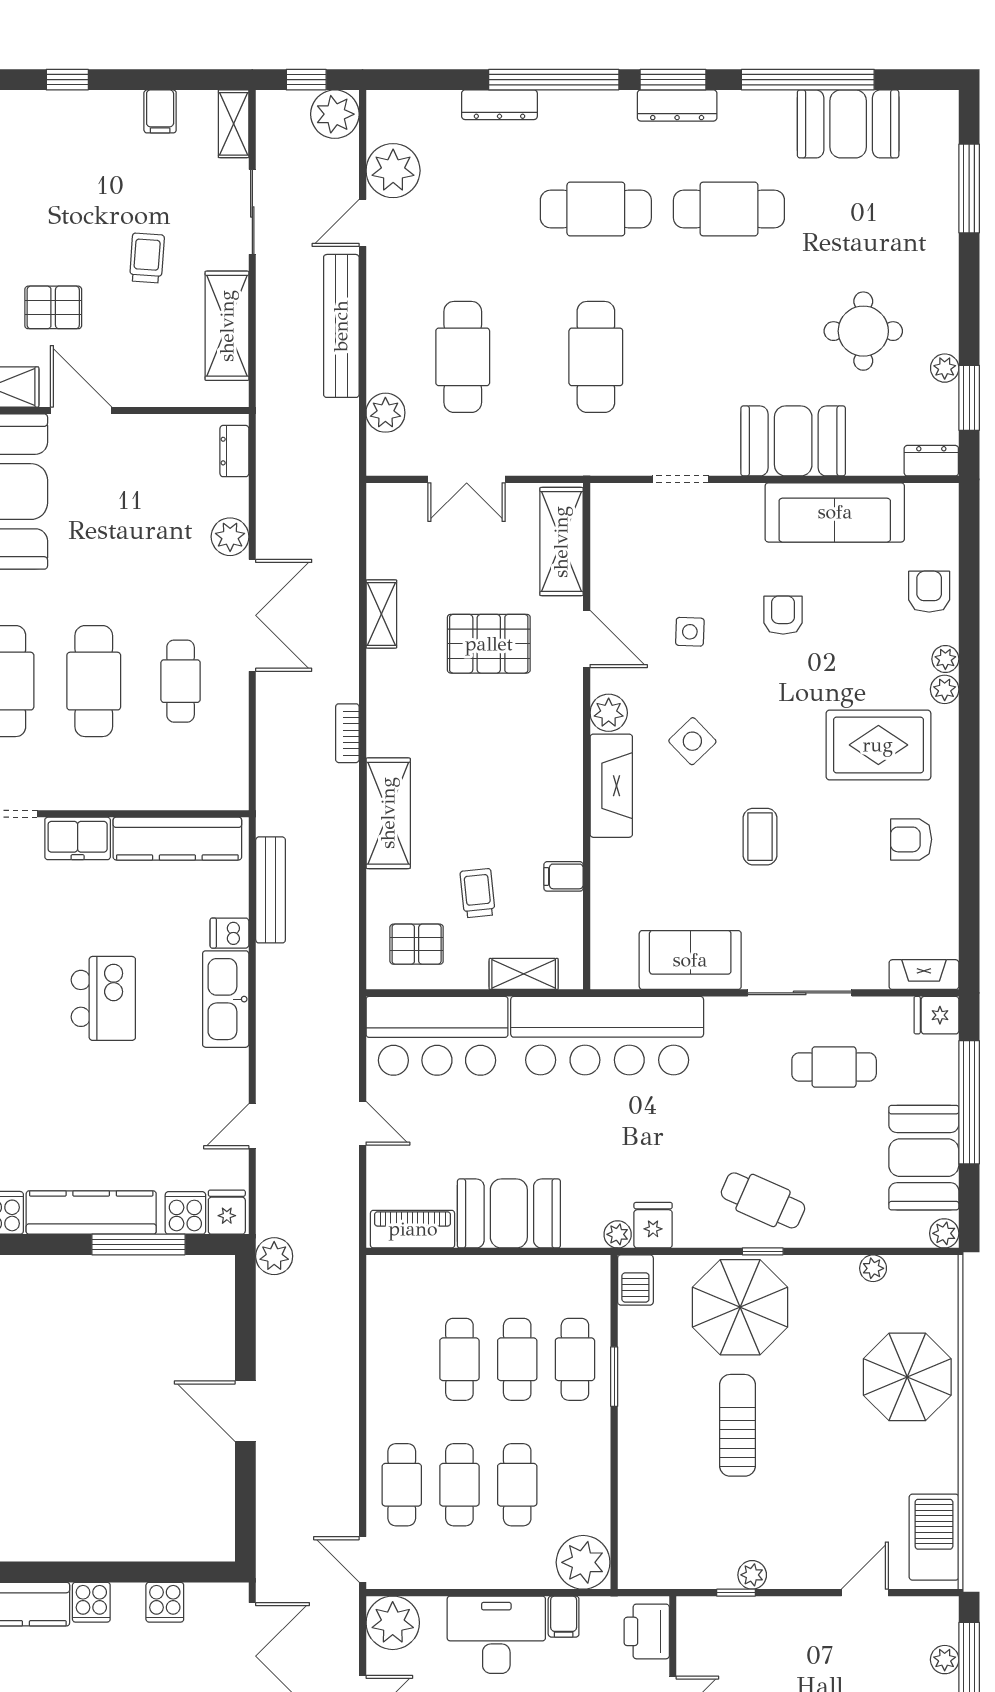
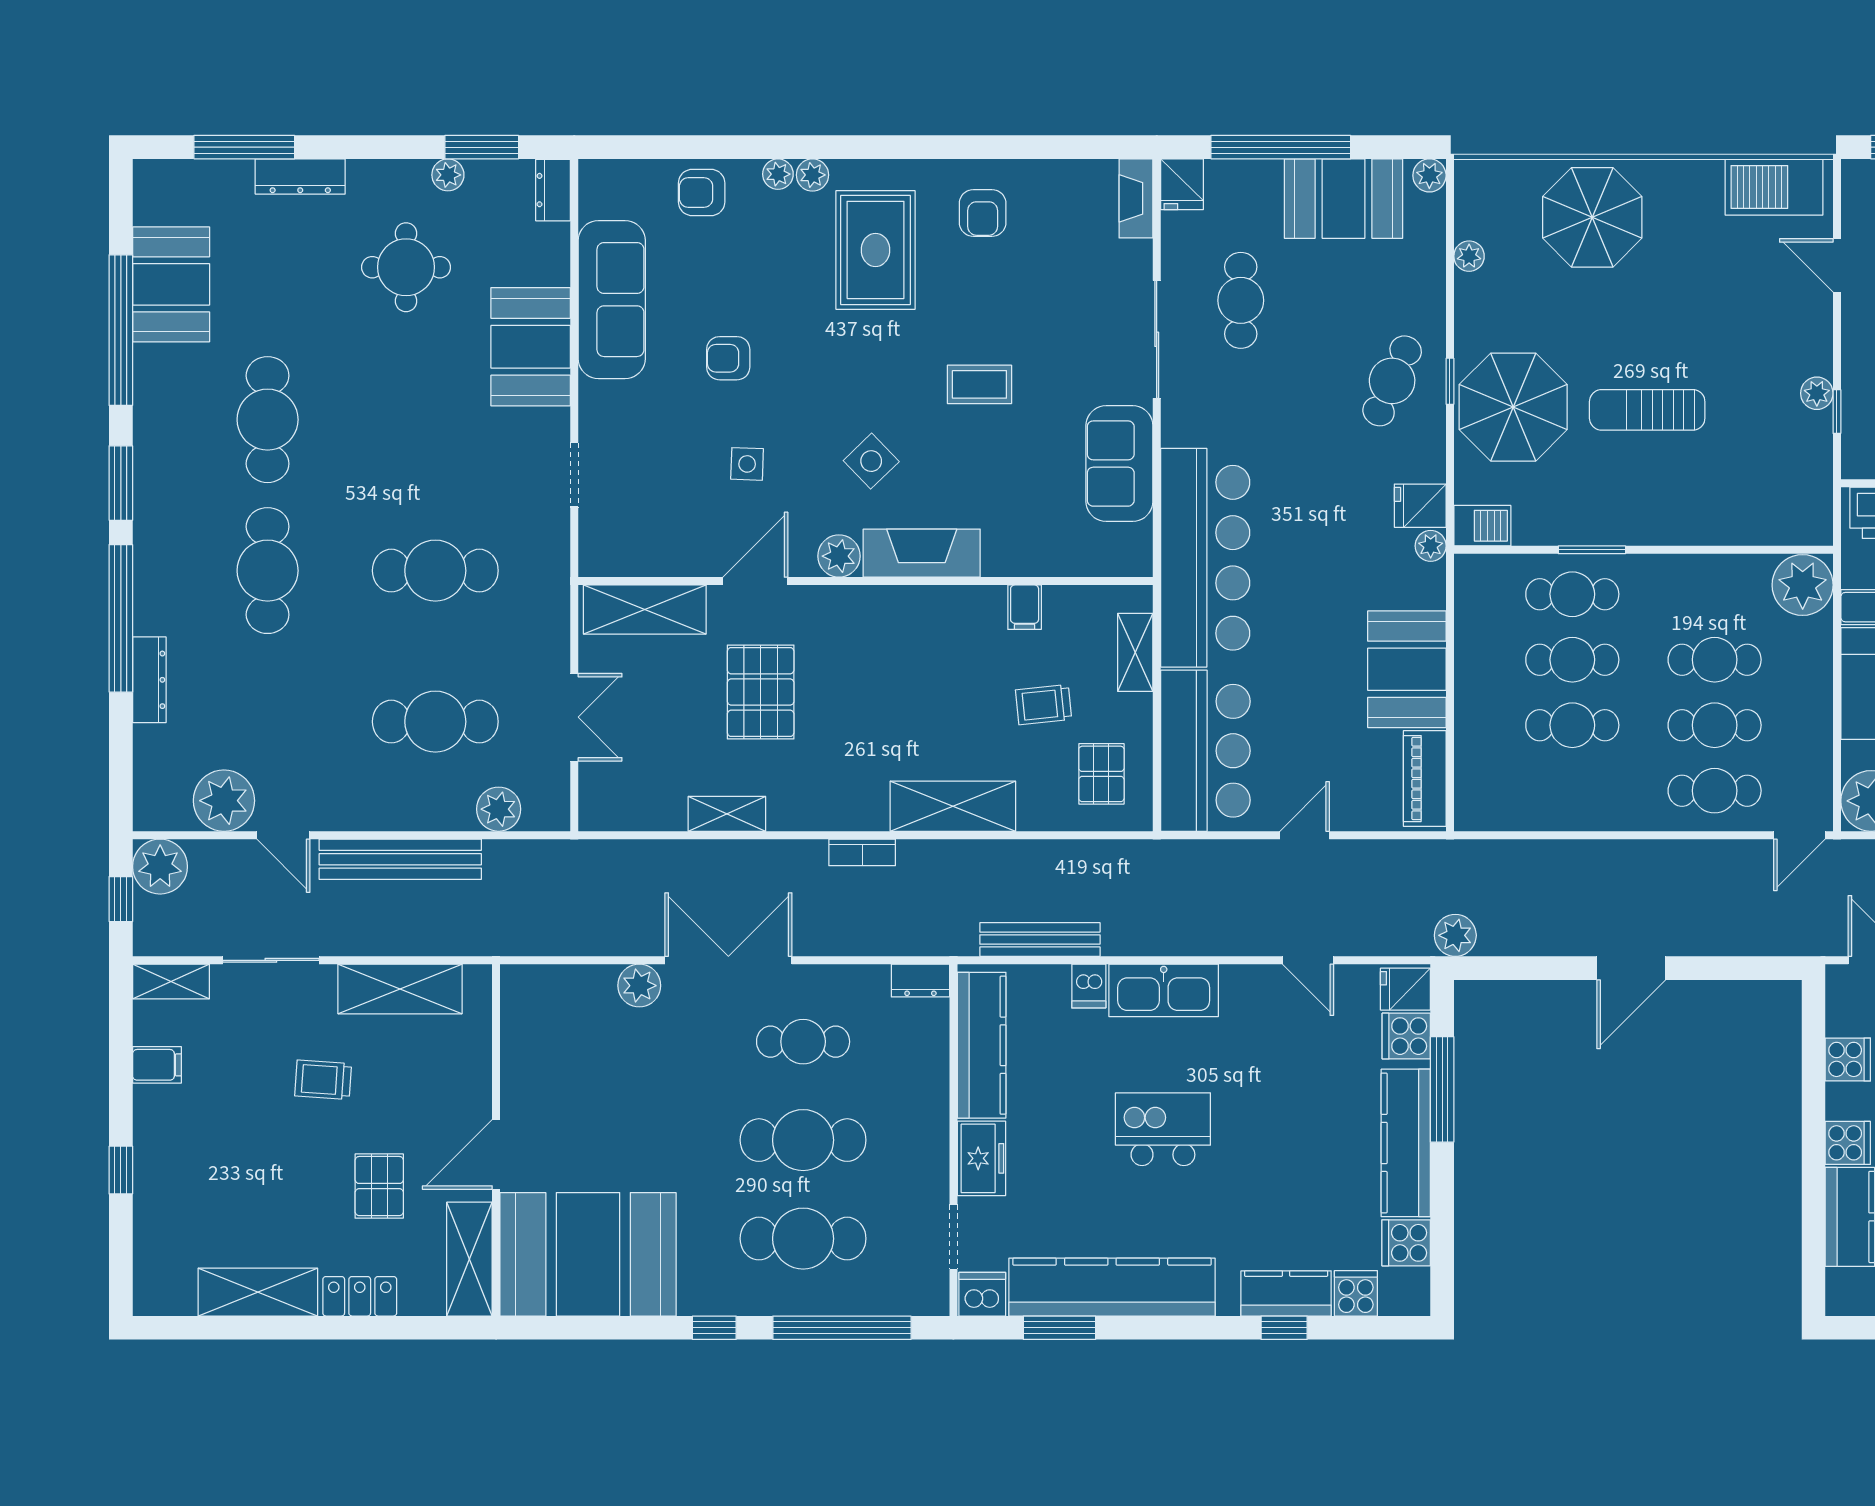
dresser: (677, 105) -> (300, 176), moved, turned 90
dresser: (234, 451) -> (920, 981), moved

